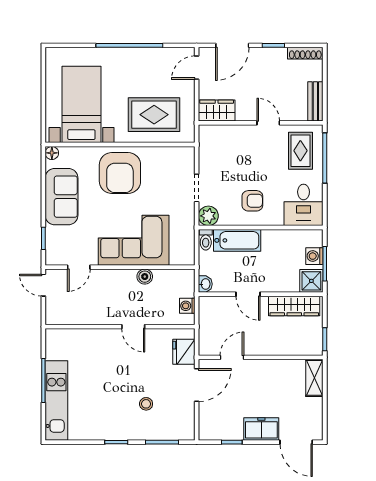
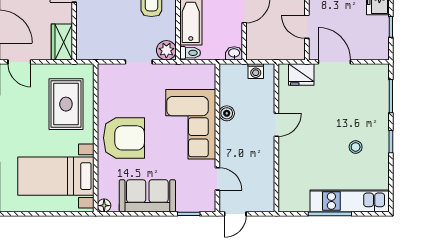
stool: (146, 404) -> (356, 147), moved

